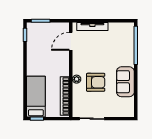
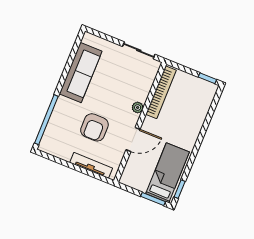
door: (71, 41) -> (133, 140), moved
armchair: (96, 82) -> (94, 127), moved, turned -90
sofa: (125, 82) -> (81, 73), width x1.36
bed: (36, 97) -> (168, 173), moved, turned 180

